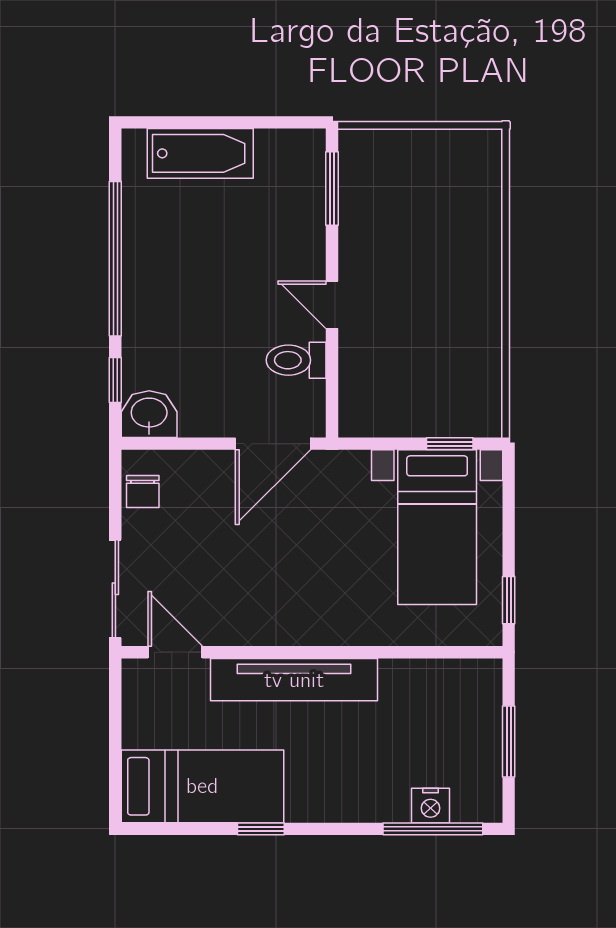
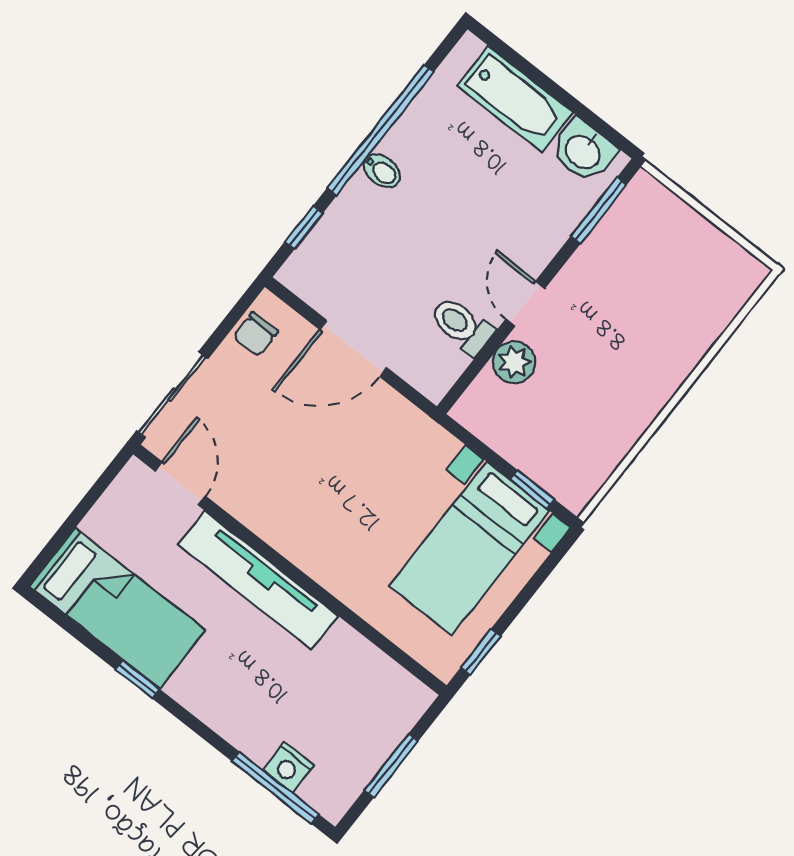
bidet: (141, 289) -> (382, 171), added
plant: (359, 357) -> (514, 362), added
washbasin: (149, 414) -> (583, 151), moved, turned 180
door: (273, 444) -> (353, 348), moved

